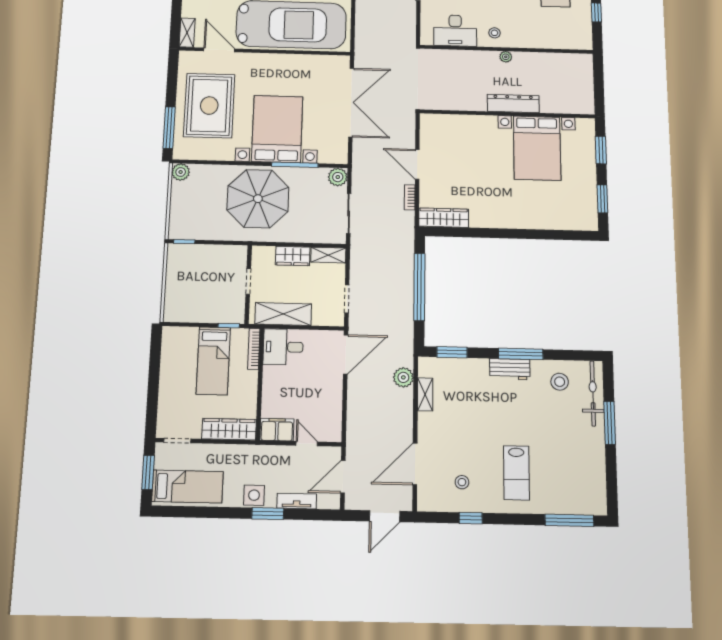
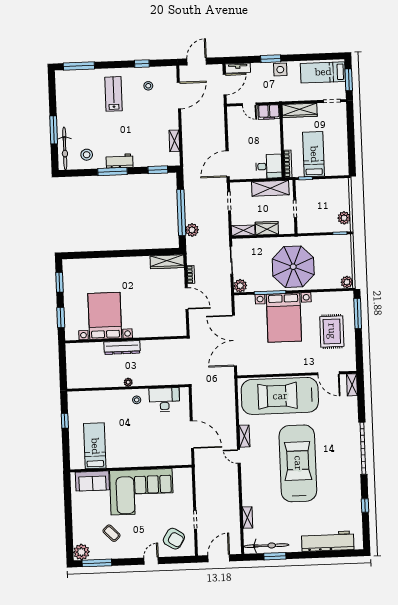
rug: (209, 106) -> (332, 331), width x0.73, depth x0.69
plant: (176, 264) -> (344, 218), added
plant: (403, 377) -> (192, 230), moved
tv unit: (297, 501) -> (238, 68), moved

